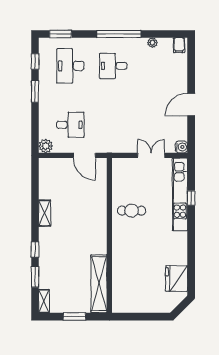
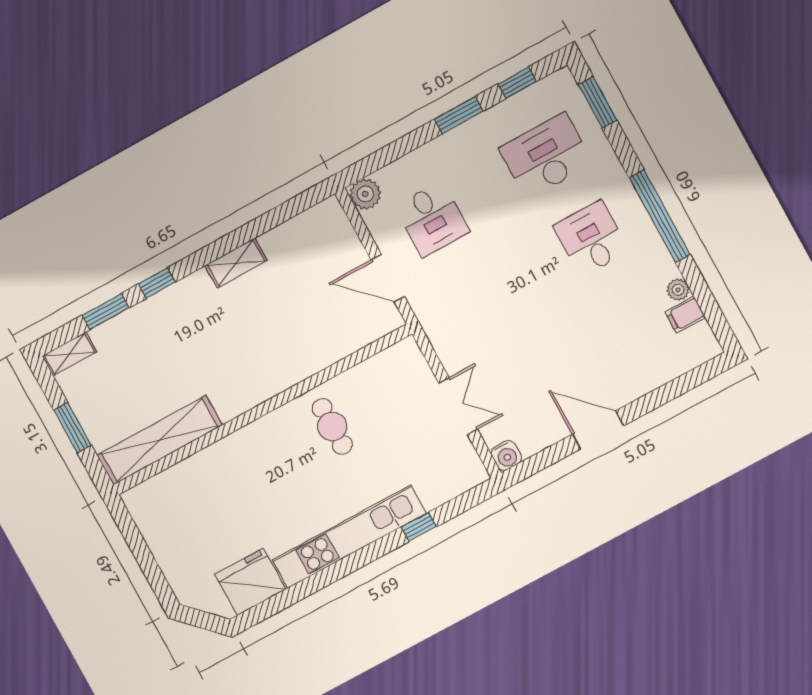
filing cabinet: (179, 45) -> (685, 315), moved
door: (84, 155) -> (388, 278), hinge flipped
kitchen unit: (180, 194) -> (349, 537), moved

